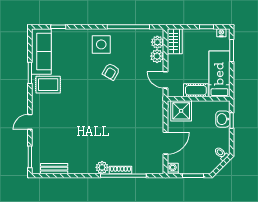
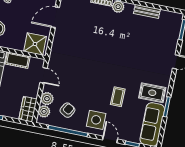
door: (82, 27) -> (110, 140), added
armchair: (111, 72) -> (67, 110), moved
coffee table: (83, 73) -> (118, 97), added
bench: (54, 169) -> (147, 11), moved

